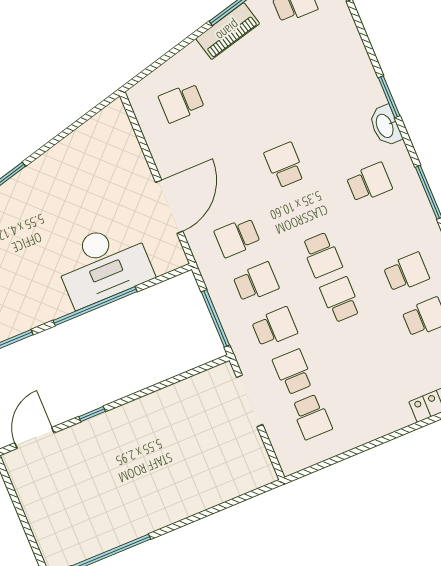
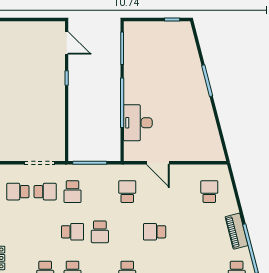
school desk: (285, 165) -> (155, 232), turned 180
door: (169, 207) -> (158, 163), width x0.73
school desk: (322, 255) -> (100, 232), turned -90
desk: (103, 264) -> (138, 123), width x0.73, depth x0.77
school desk: (256, 282) -> (100, 192), removed

